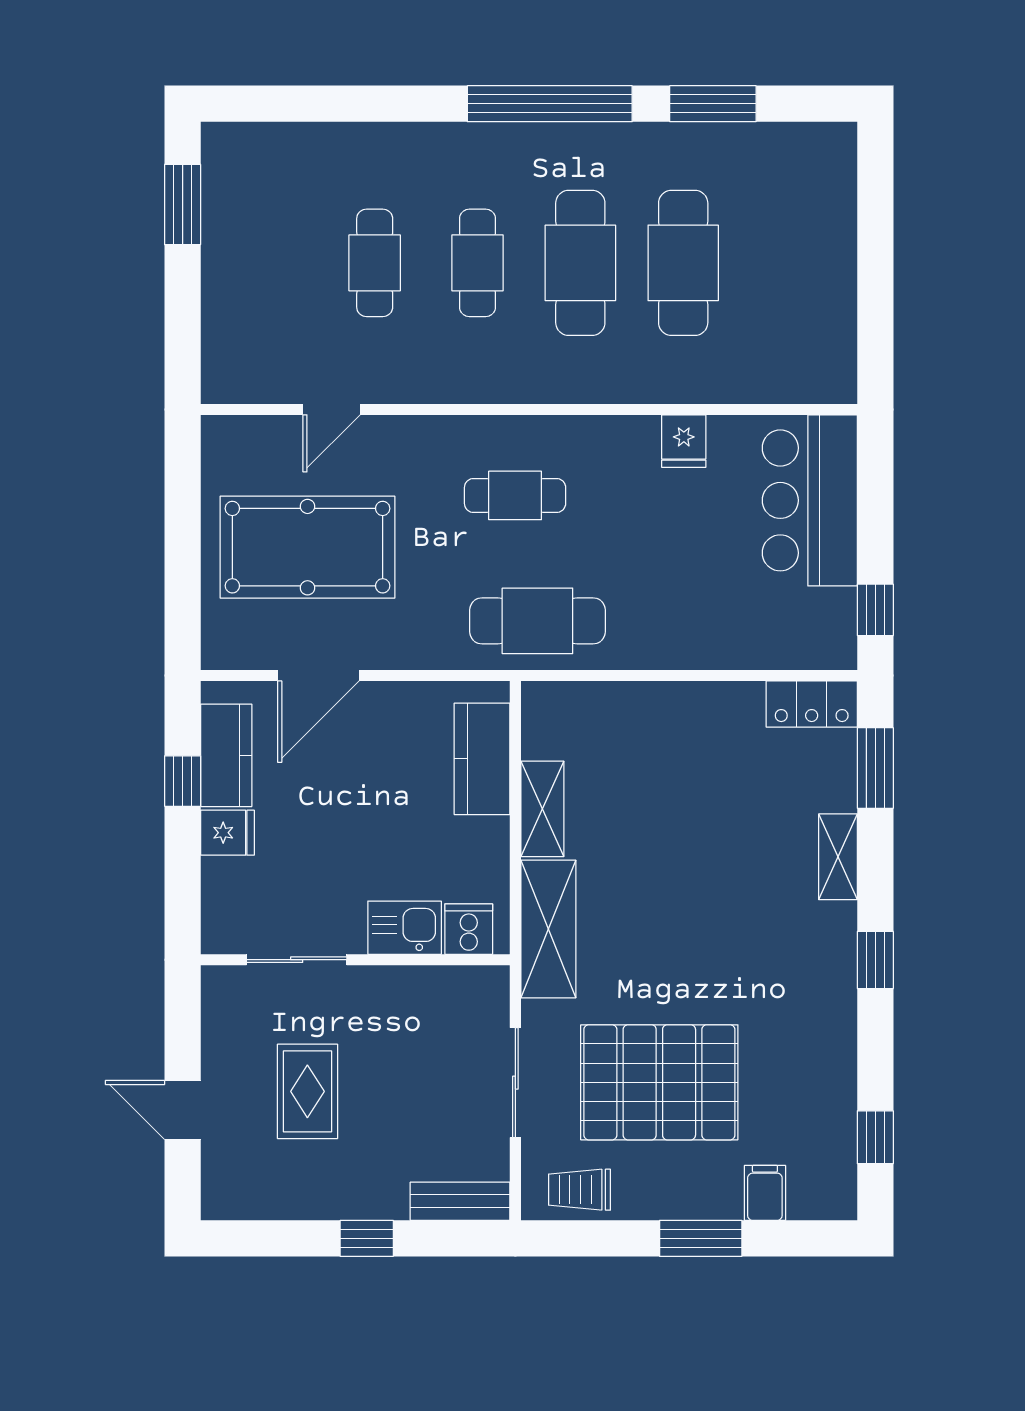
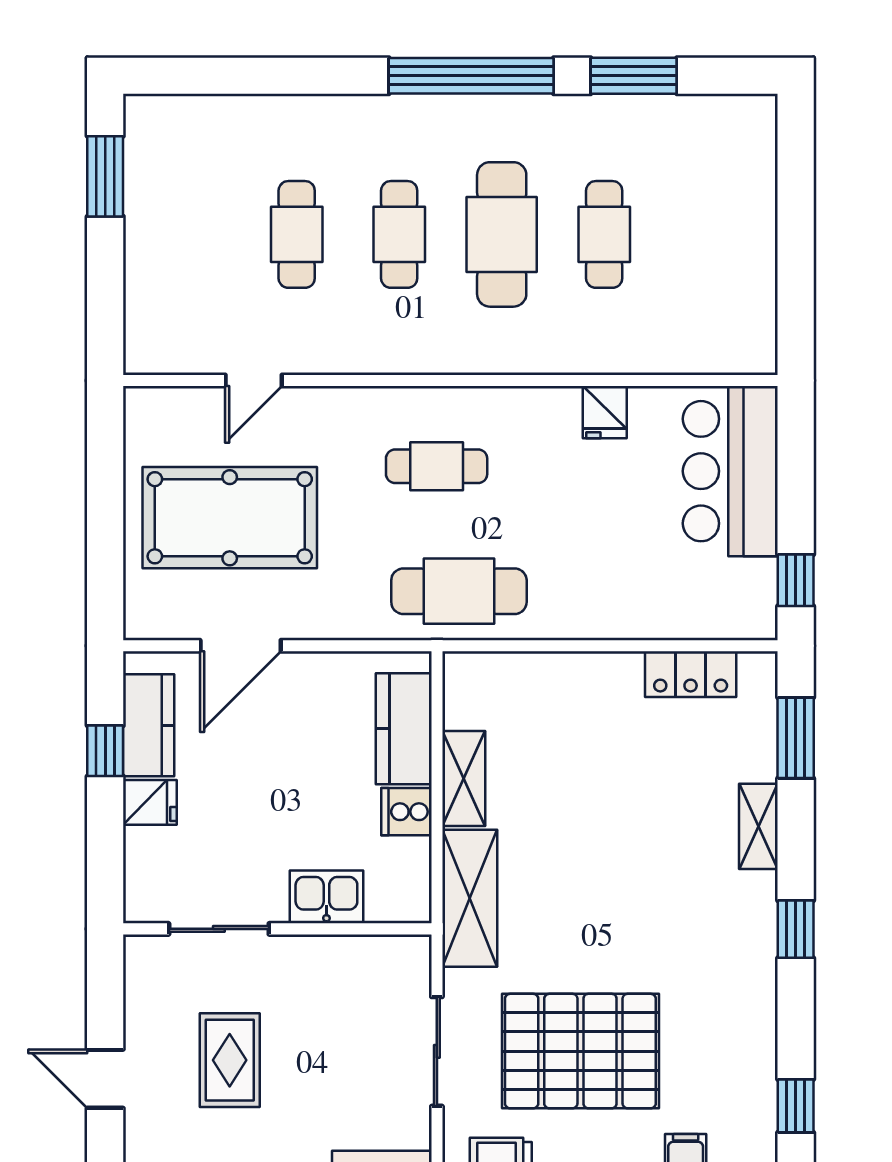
cafe table: (683, 263) -> (604, 234), width x0.73, depth x0.74
locker: (812, 704) -> (691, 674), moved
cooker: (469, 929) -> (406, 812), moved, turned -90

